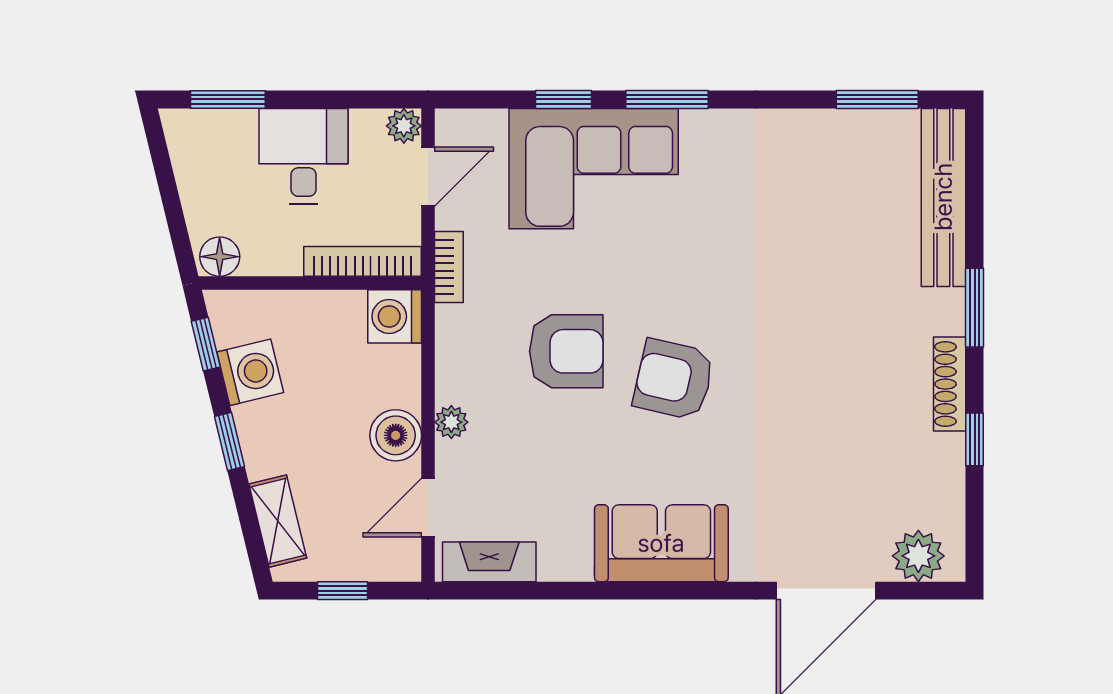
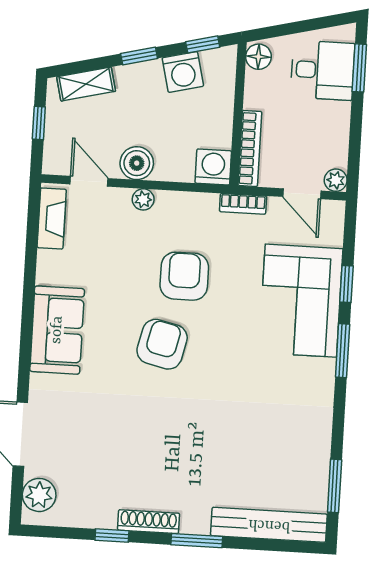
desk: (304, 156) -> (323, 70), moved
armchair: (566, 351) -> (184, 276), turned 180

